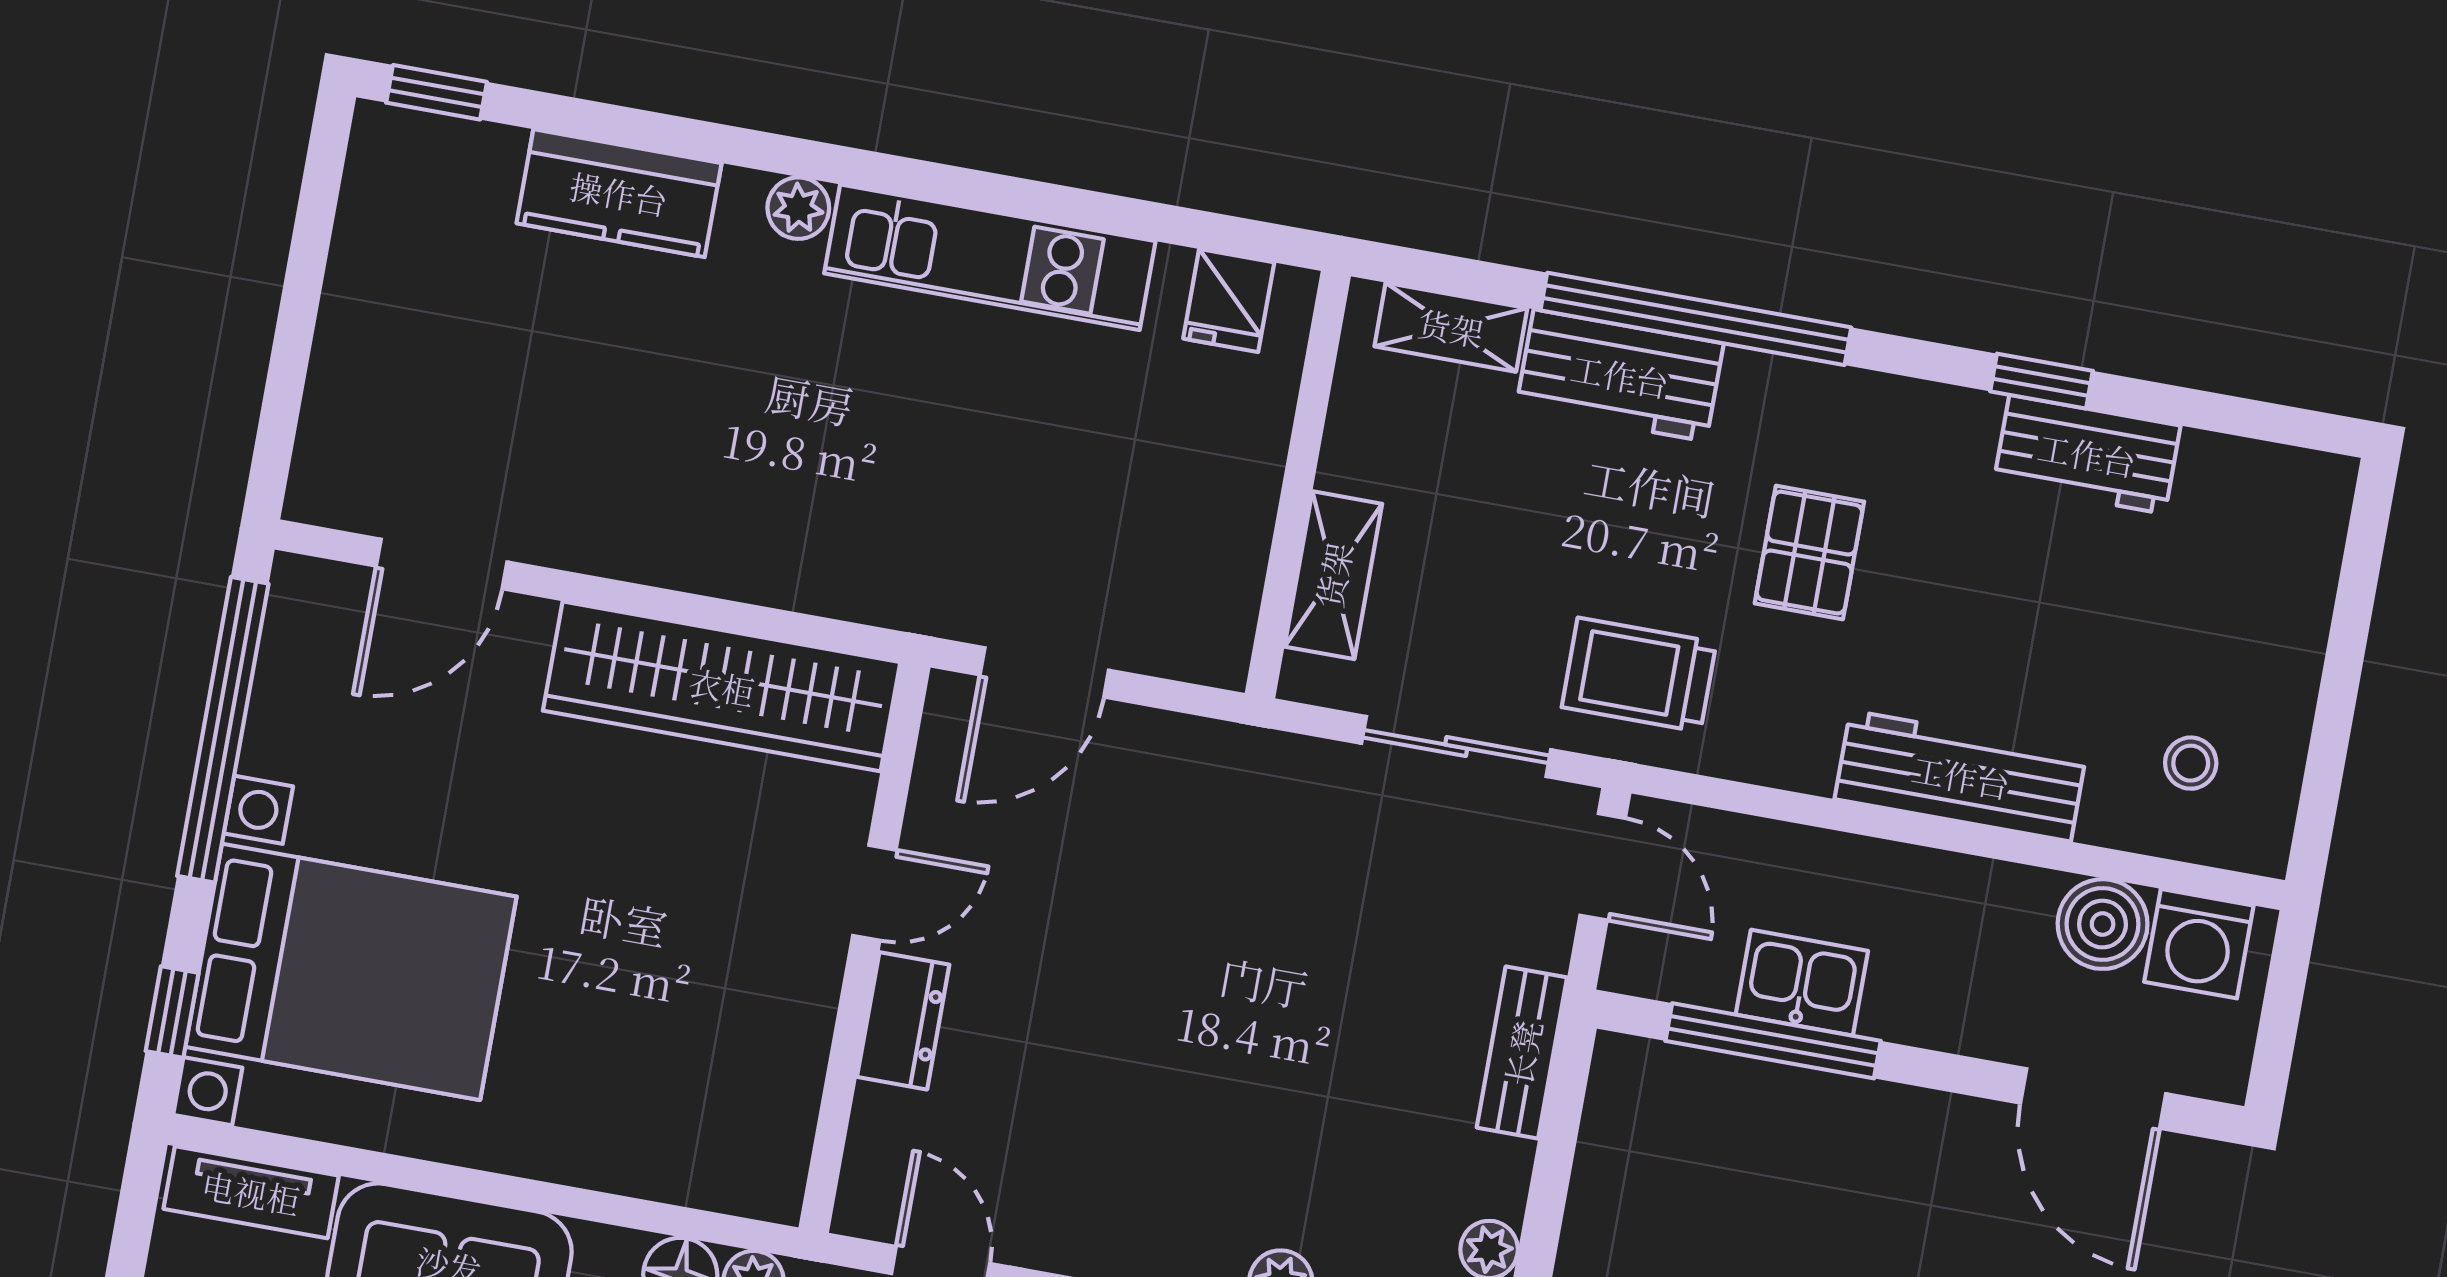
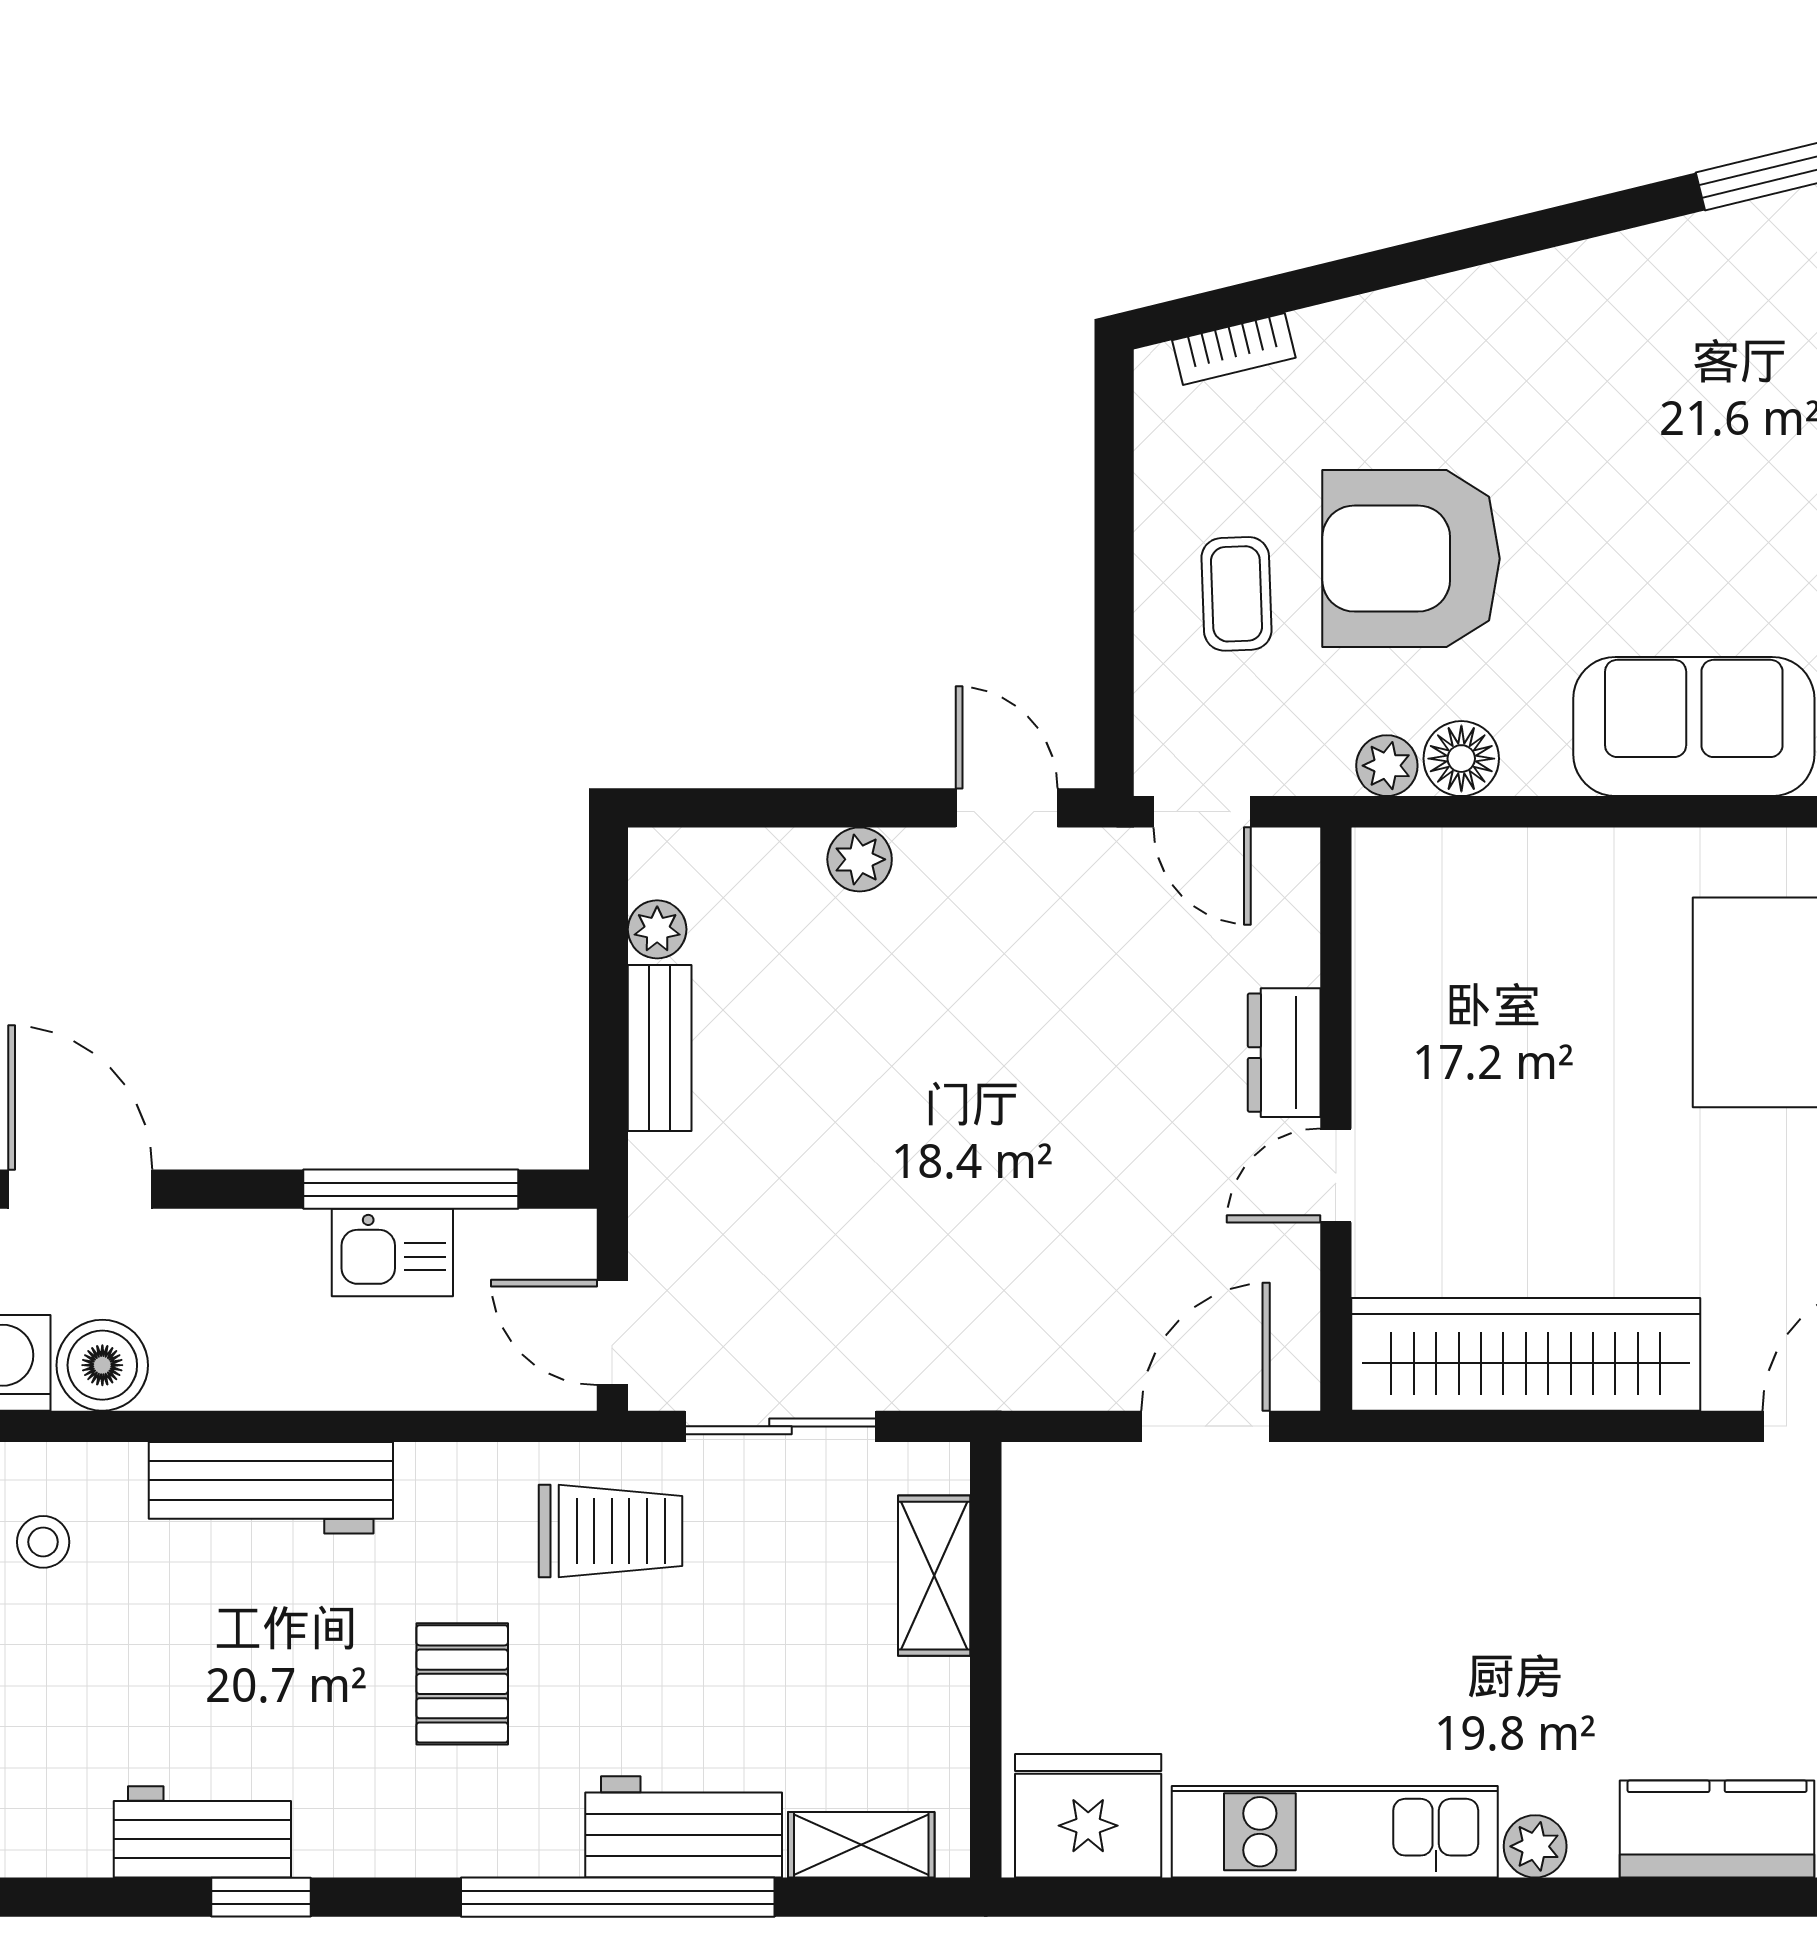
fridge: (1229, 301) -> (1088, 1816), width x1.88, depth x1.34
bench: (1522, 1053) -> (660, 1048), moved

